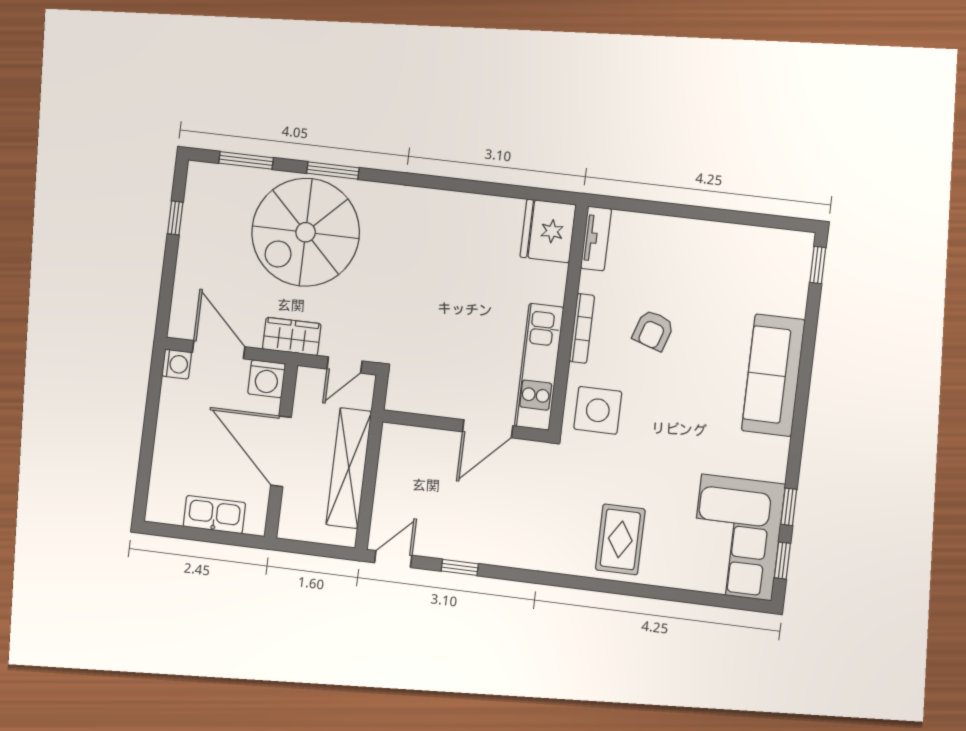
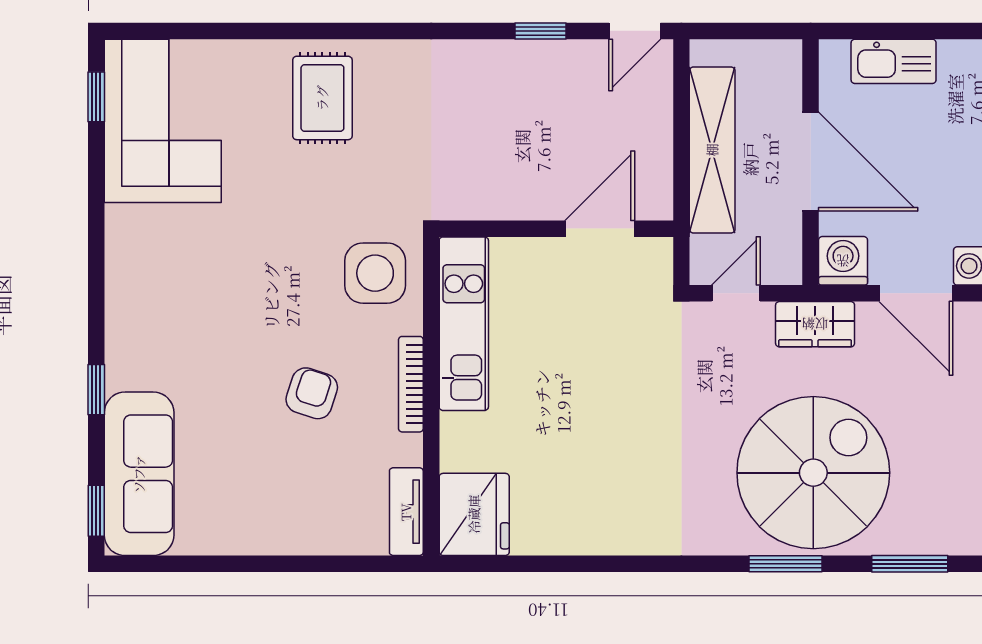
sofa: (773, 375) -> (139, 474), moved
door: (488, 429) -> (600, 229), moved
window: (789, 507) -> (96, 390), moved

